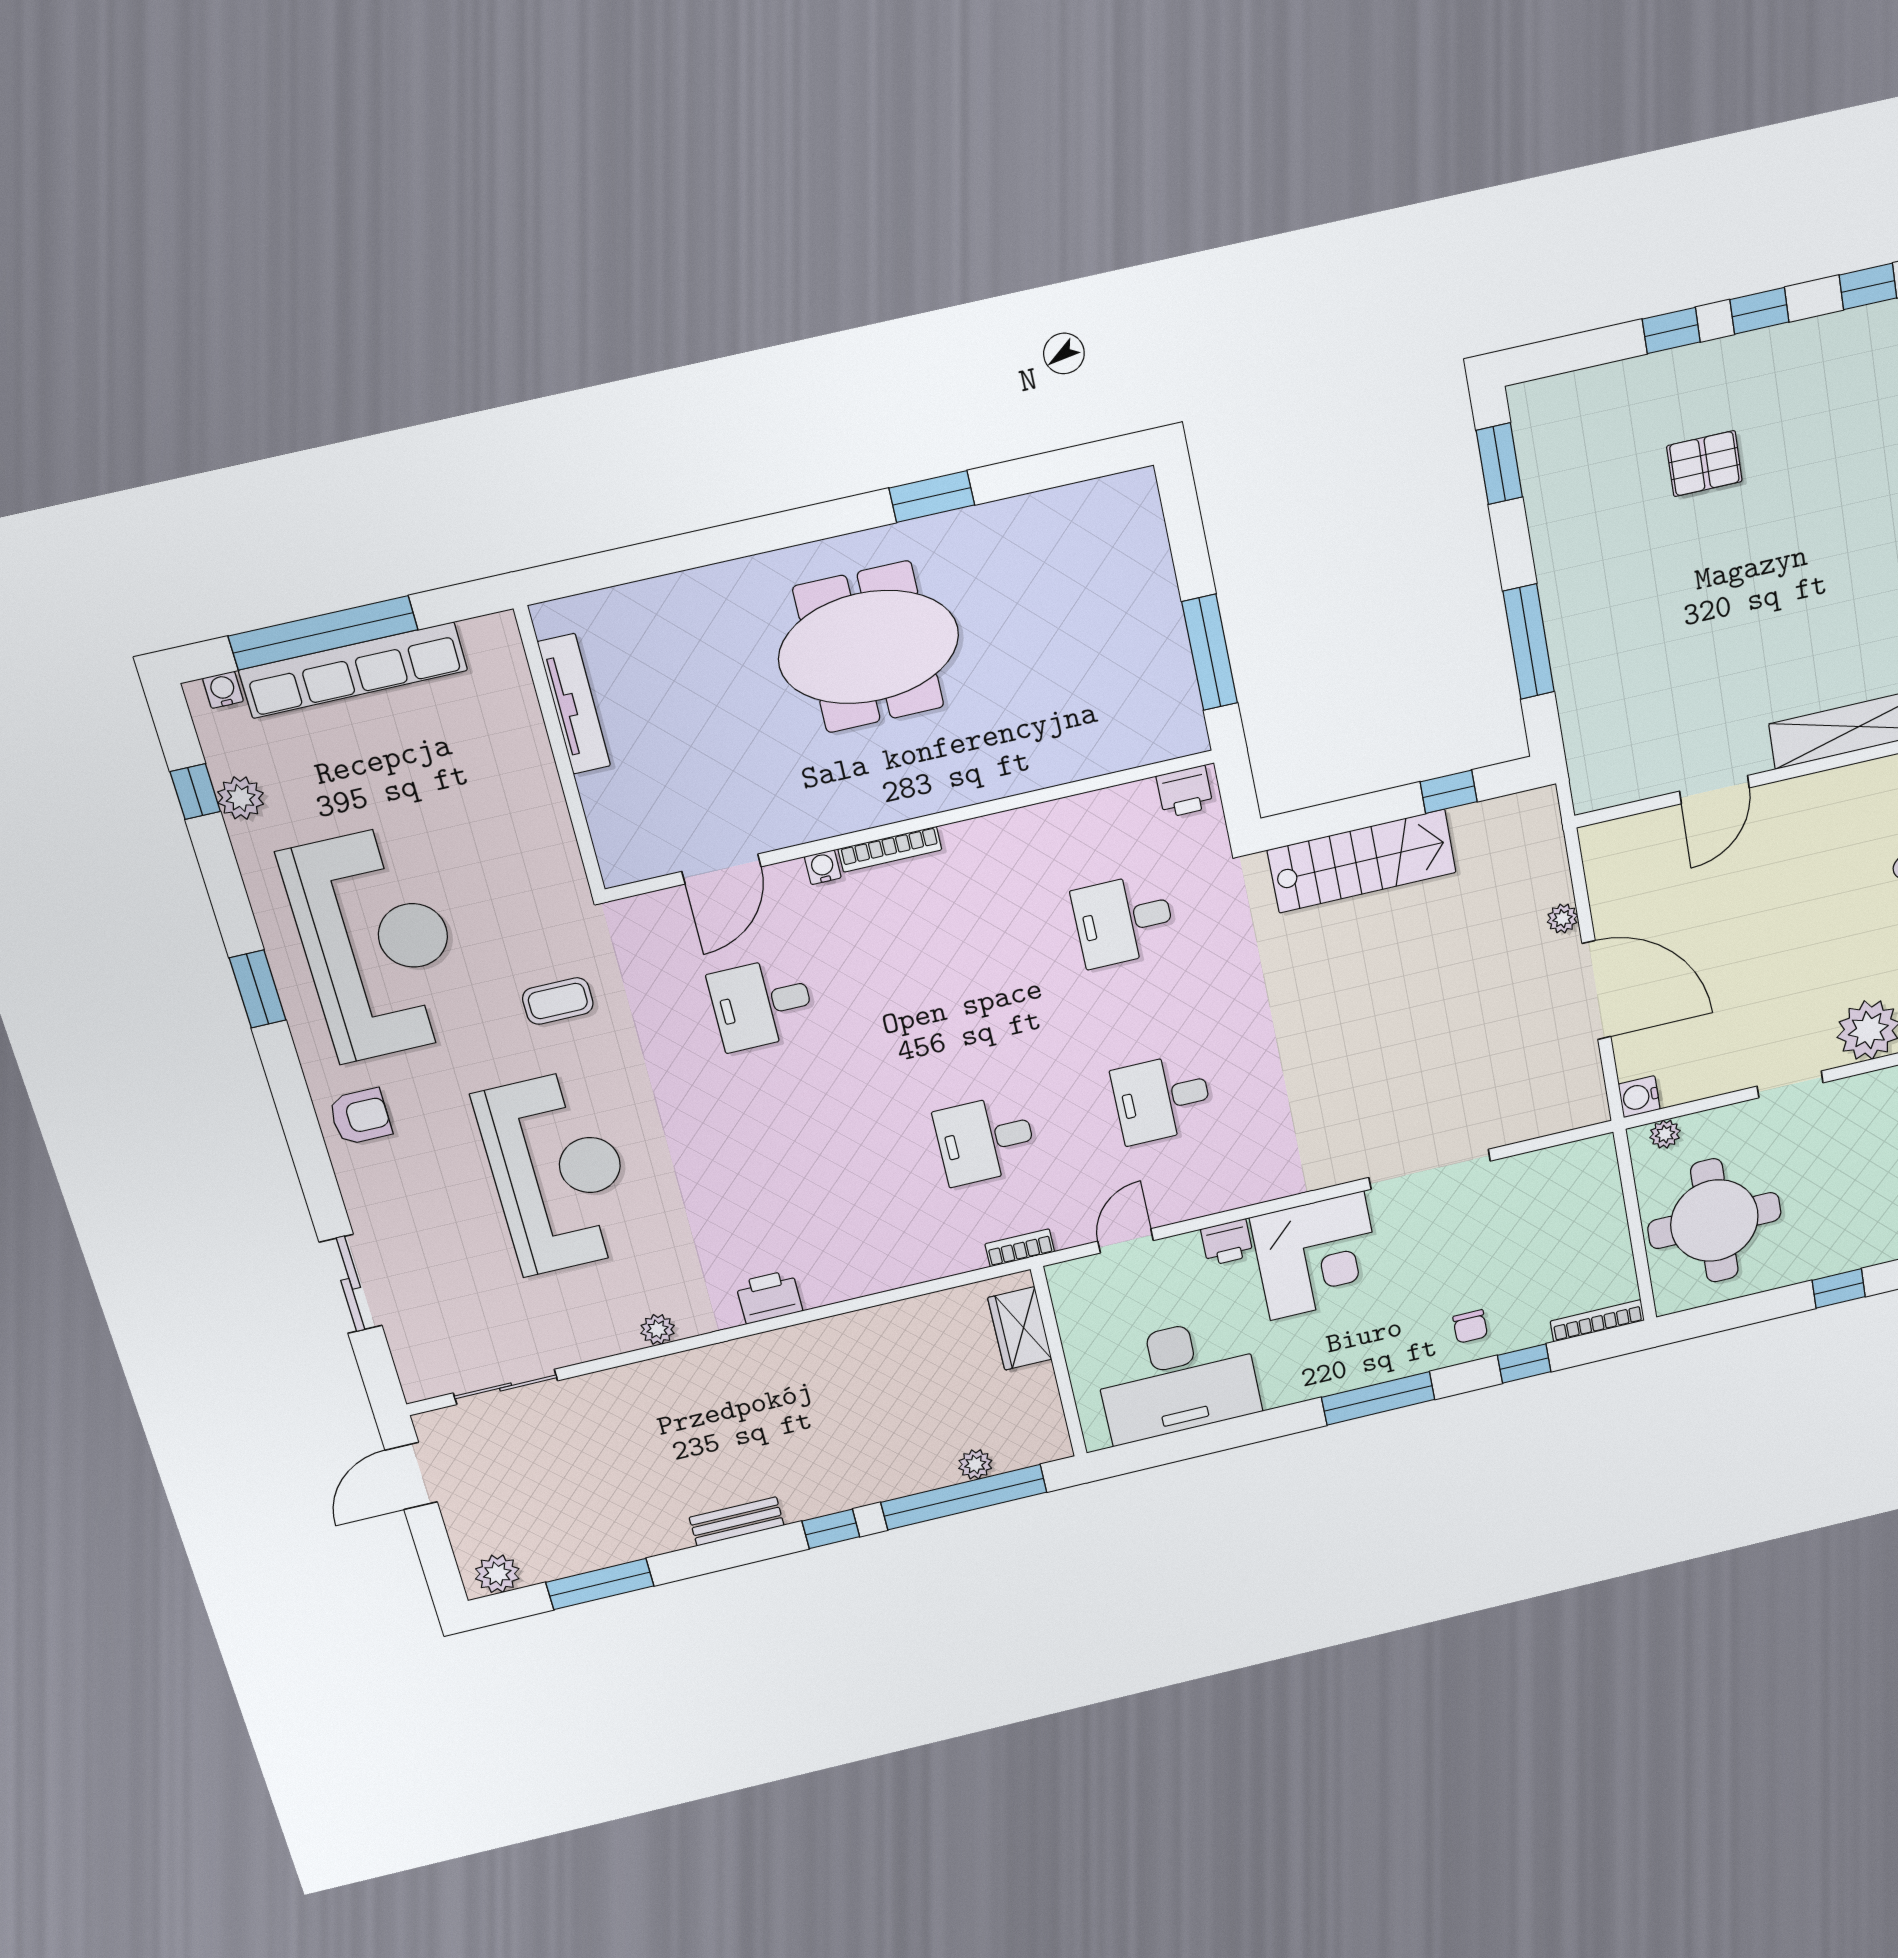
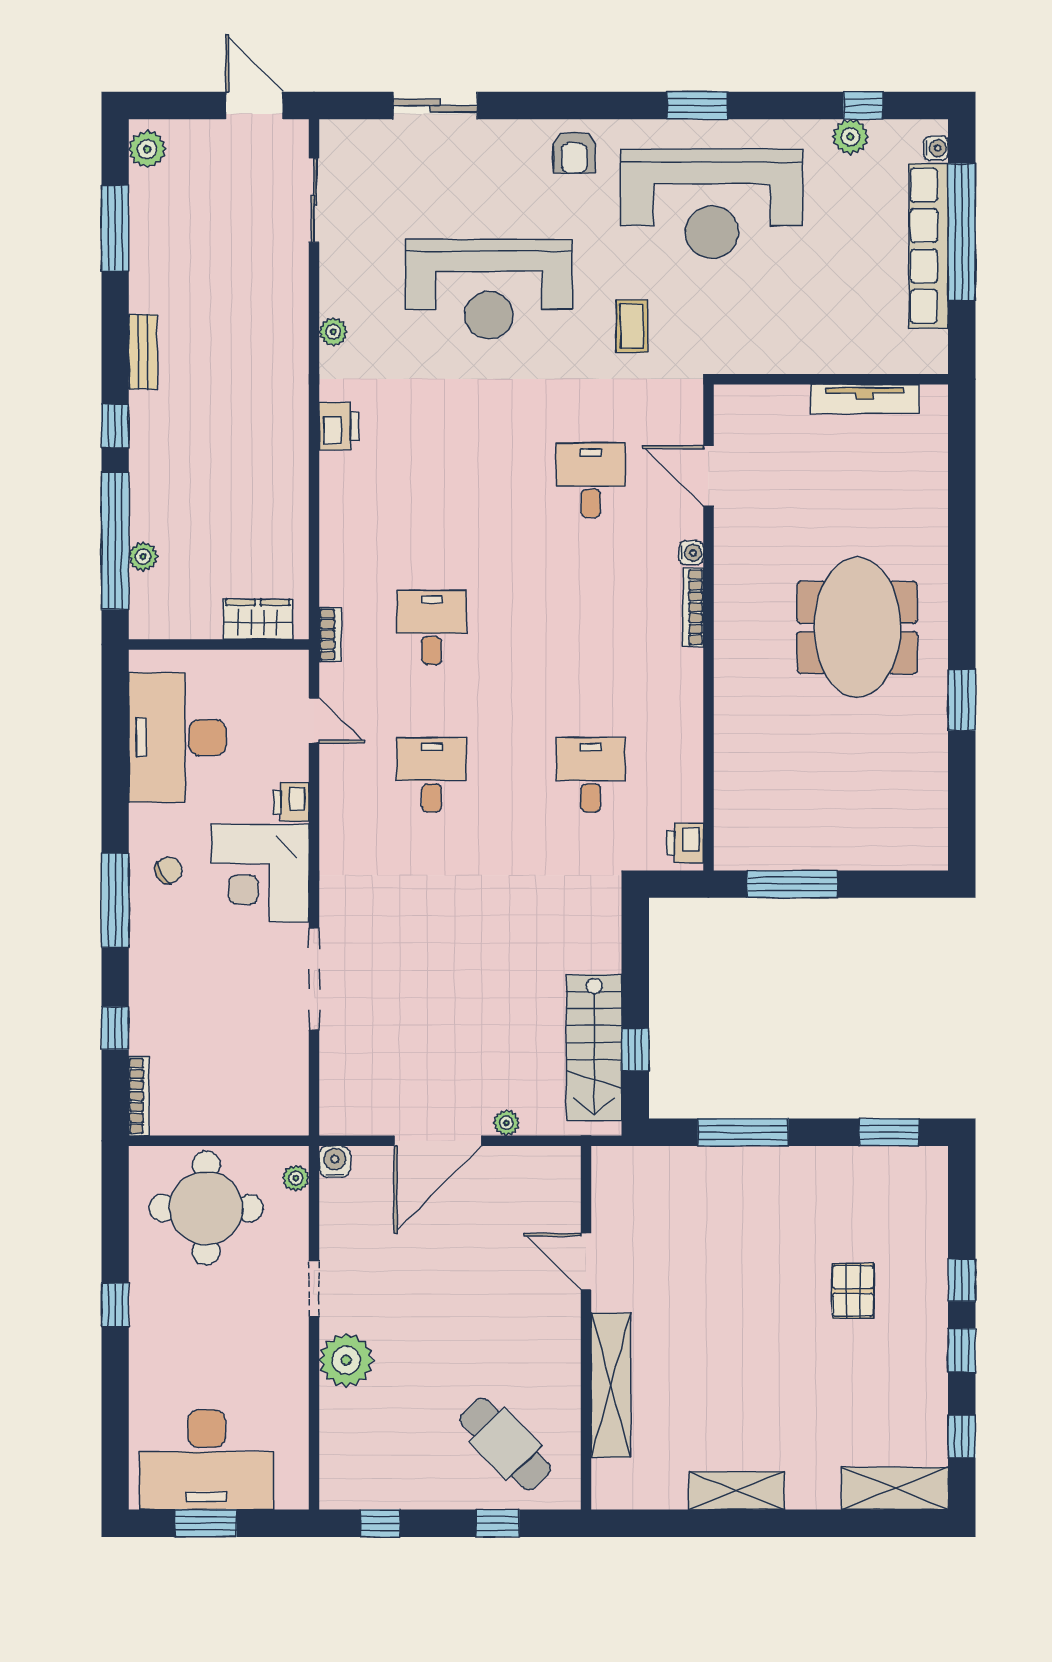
stairs: (1362, 861) -> (594, 1048), moved
chair: (1470, 1326) -> (169, 870), moved, turned 149

